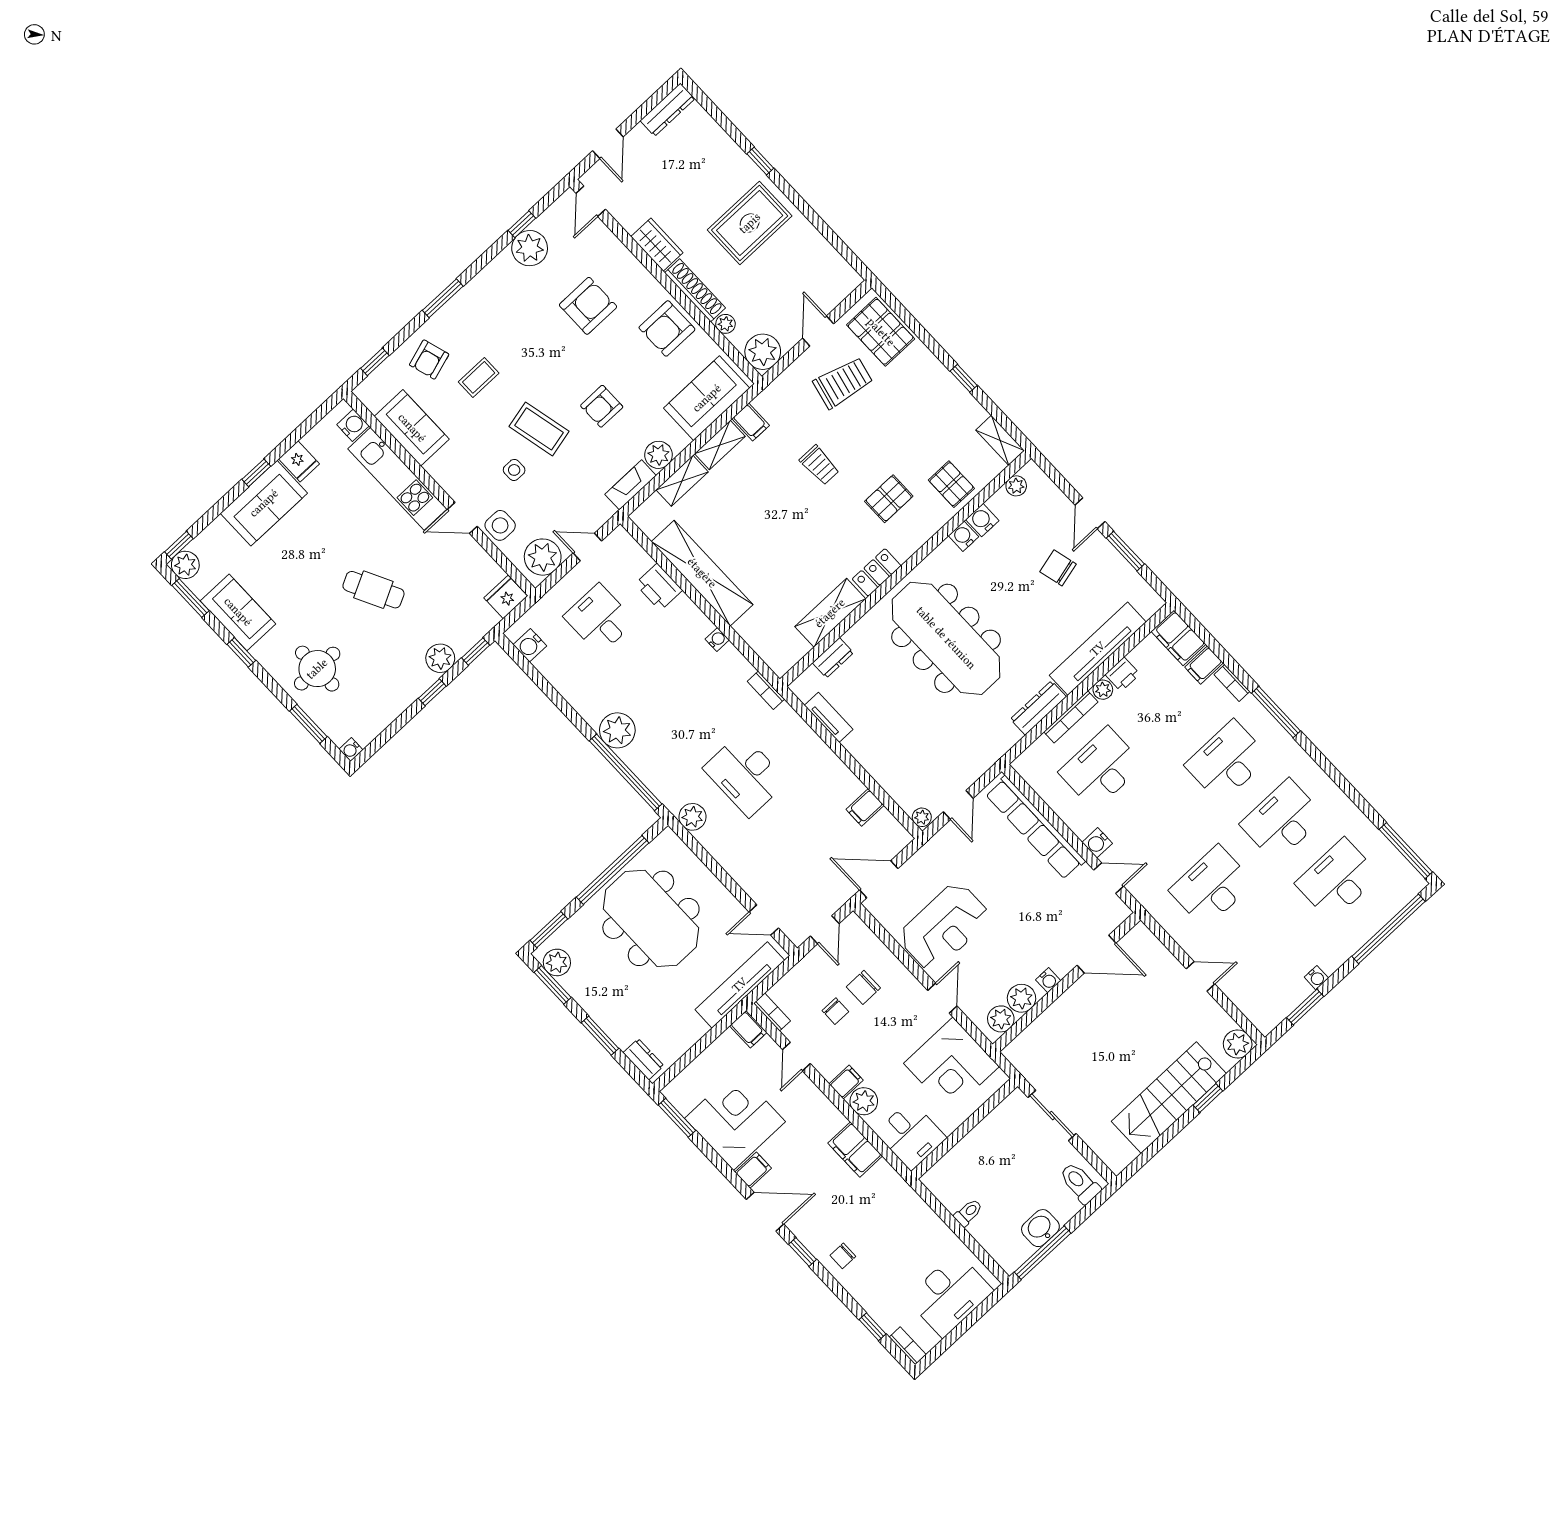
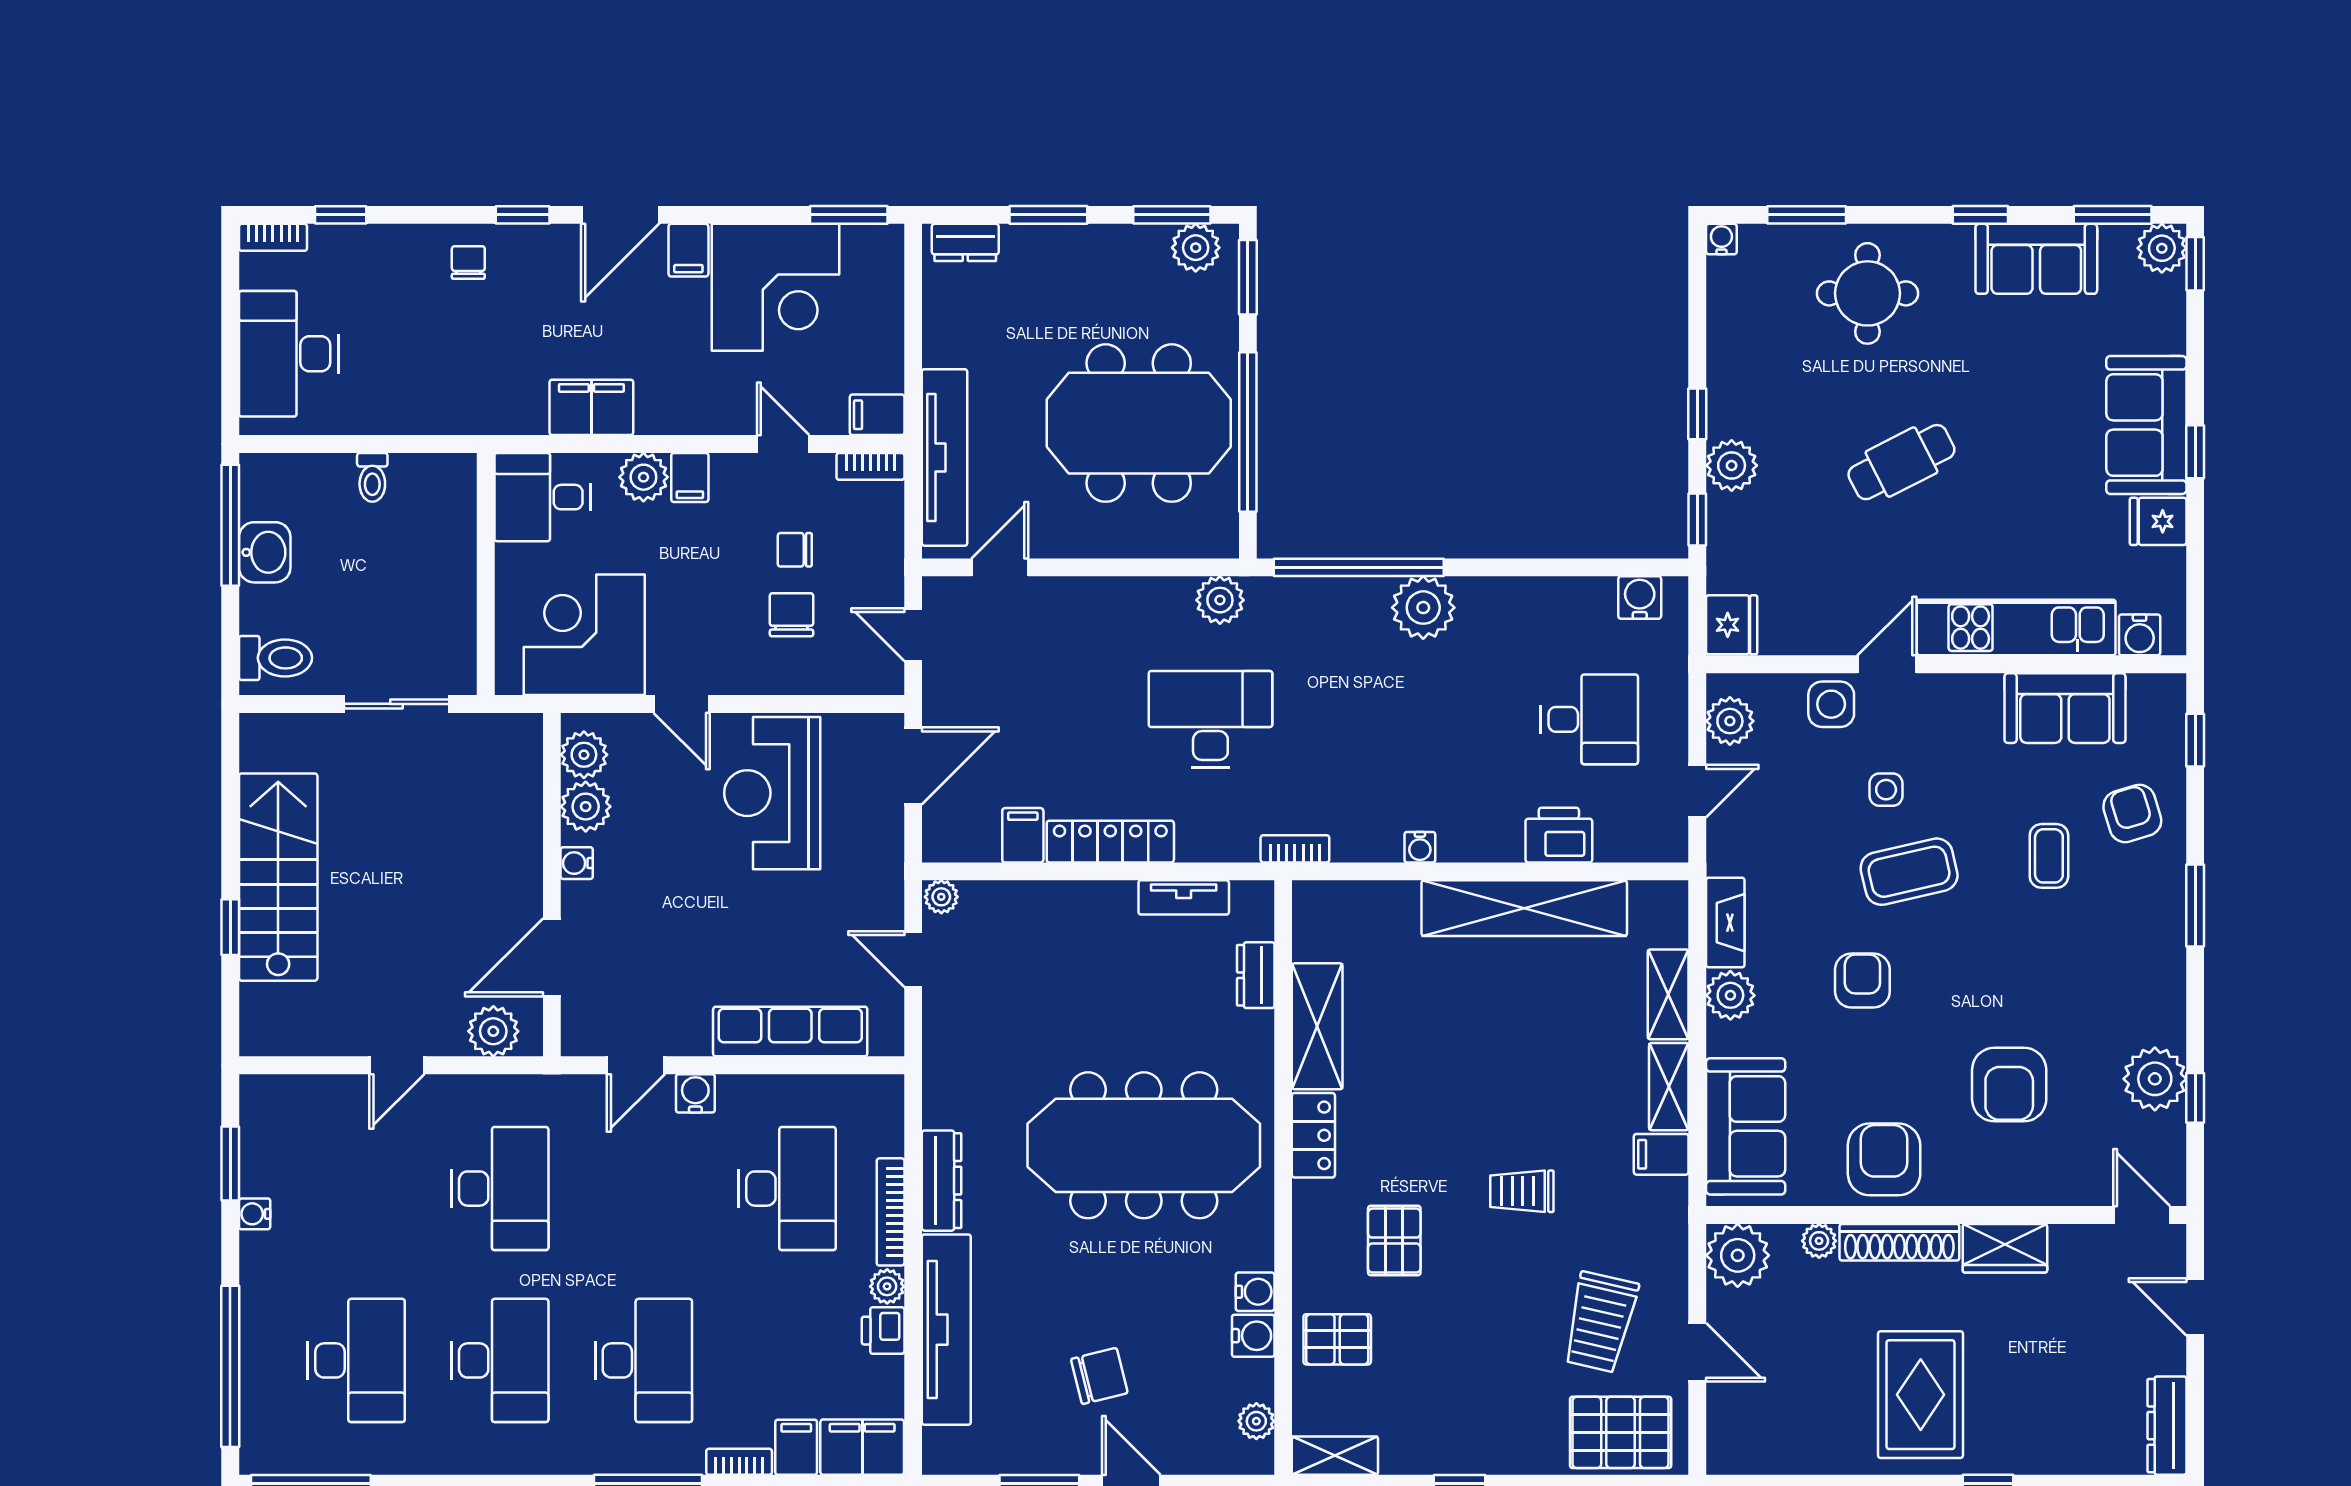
plant: (543, 557) -> (1730, 721), width x0.73, depth x0.73
locker: (834, 769) -> (1110, 842), added
row of seats: (1035, 828) -> (790, 1031), width x0.73
plant: (1238, 1044) -> (493, 1031), moved

